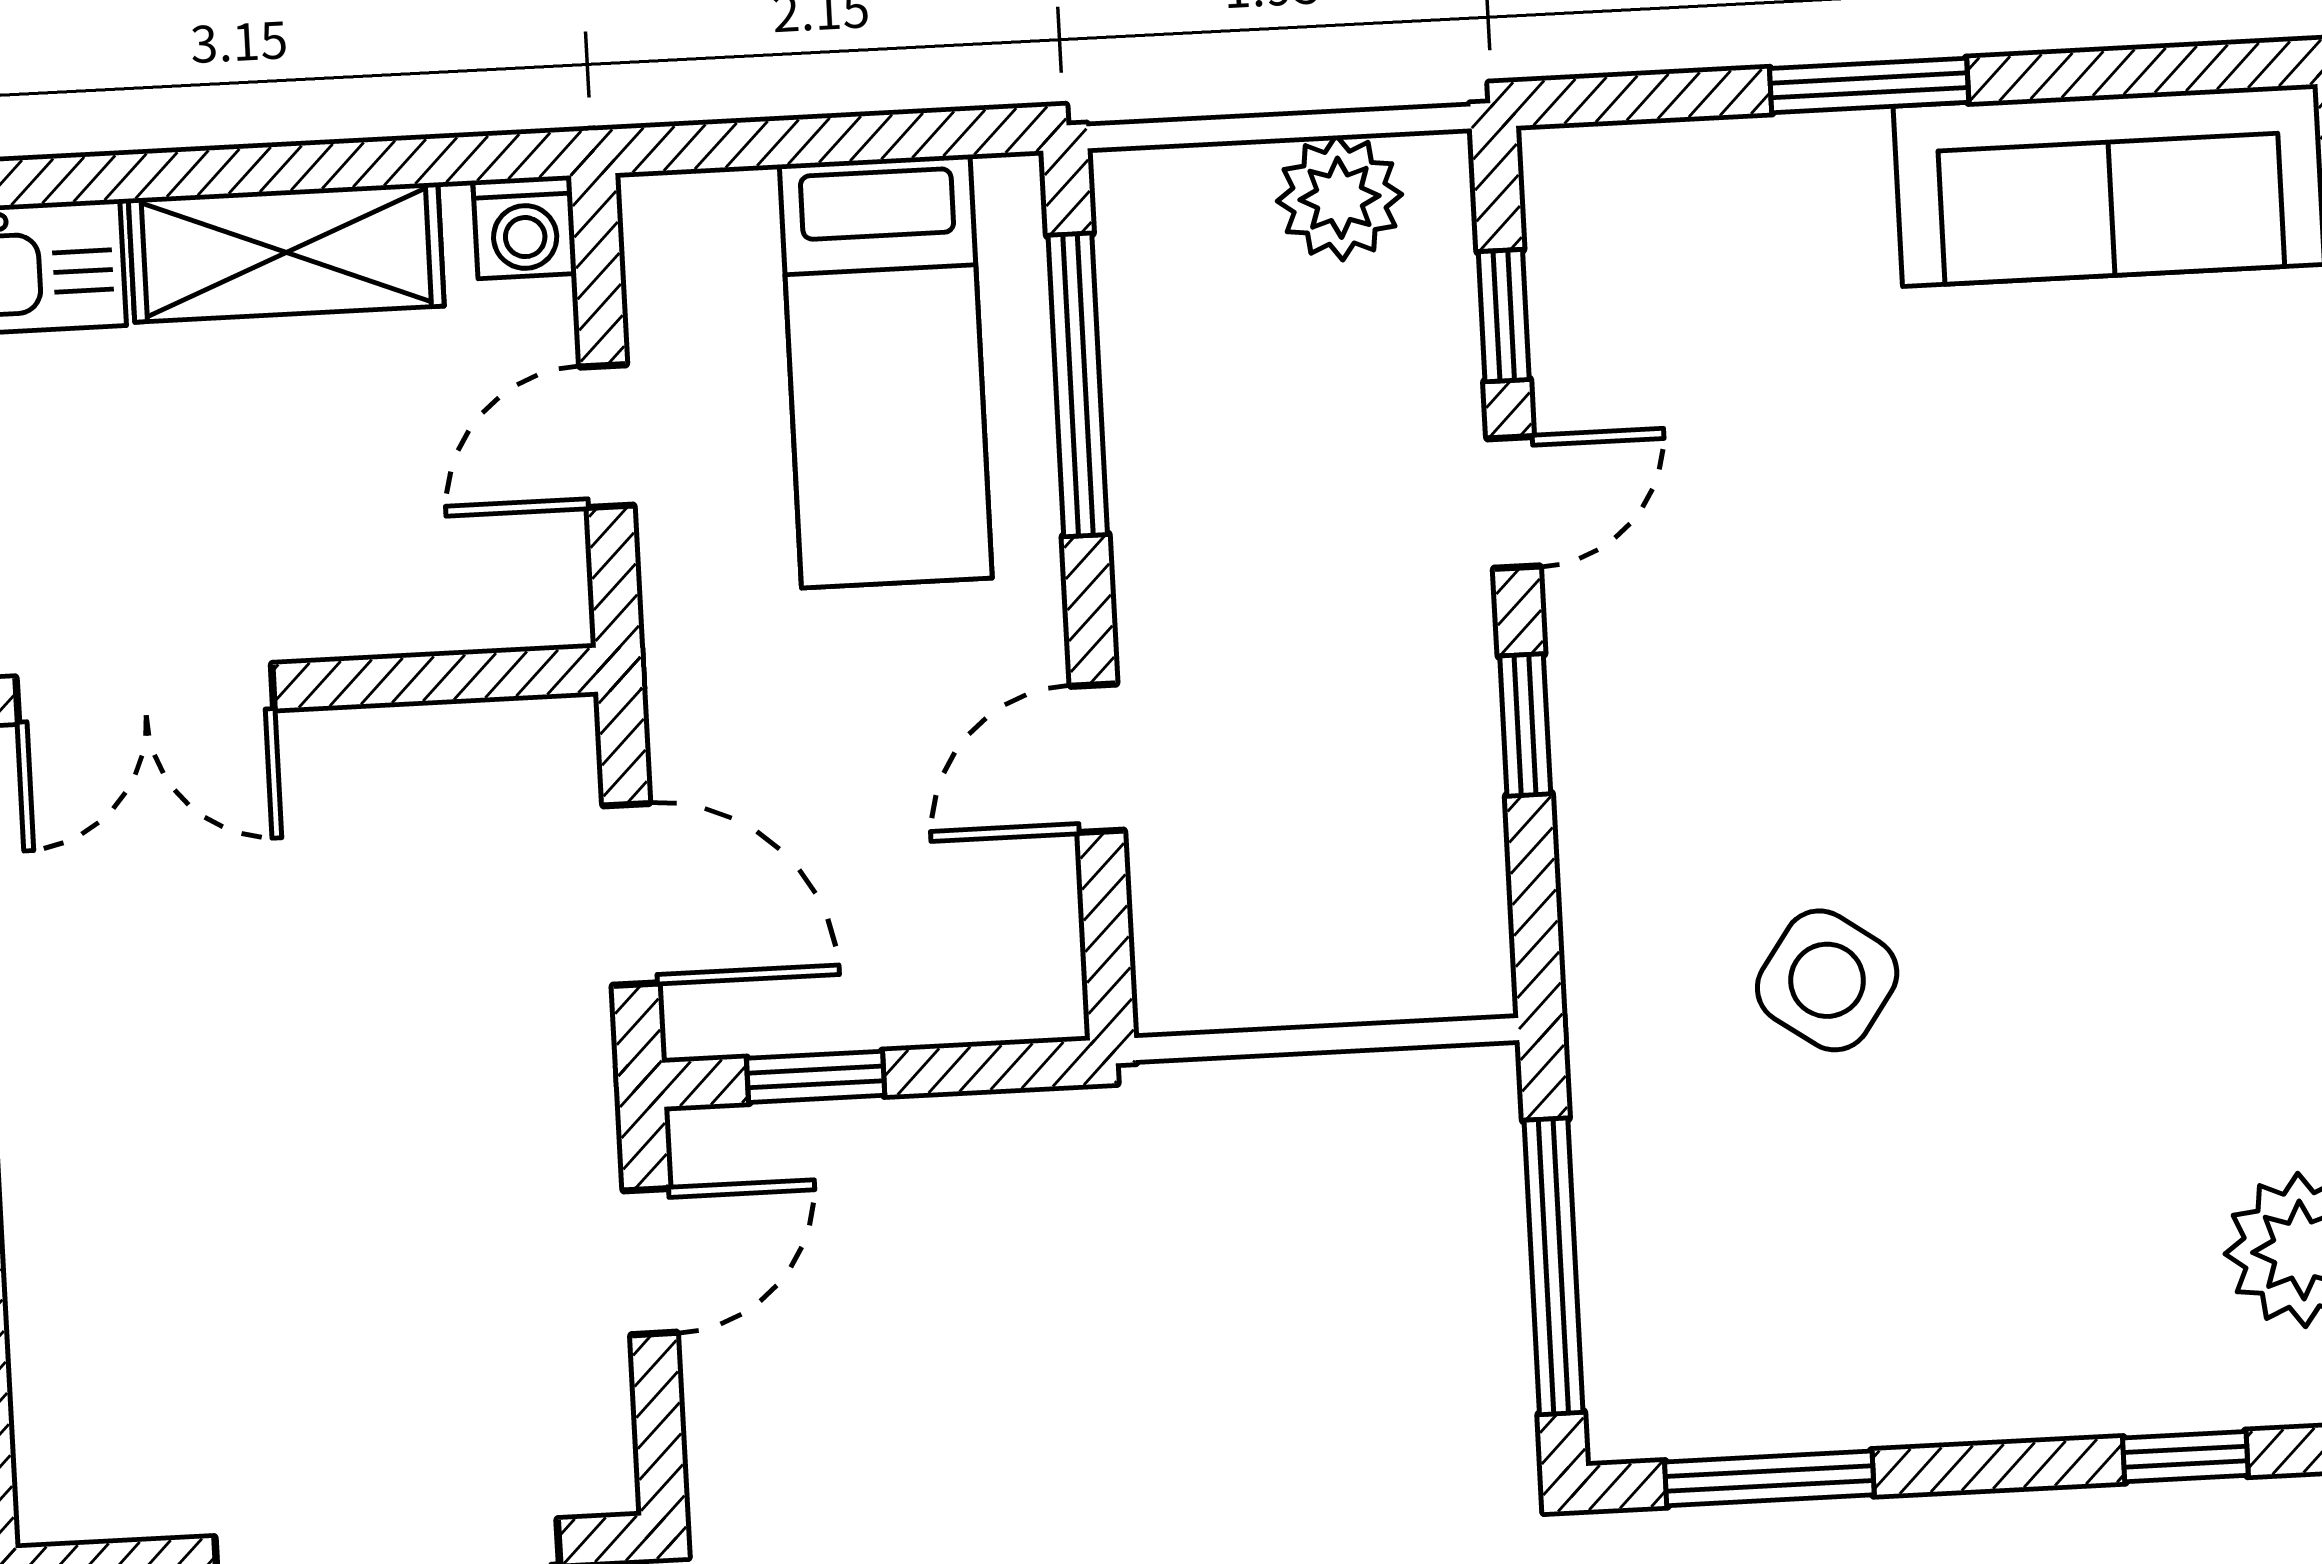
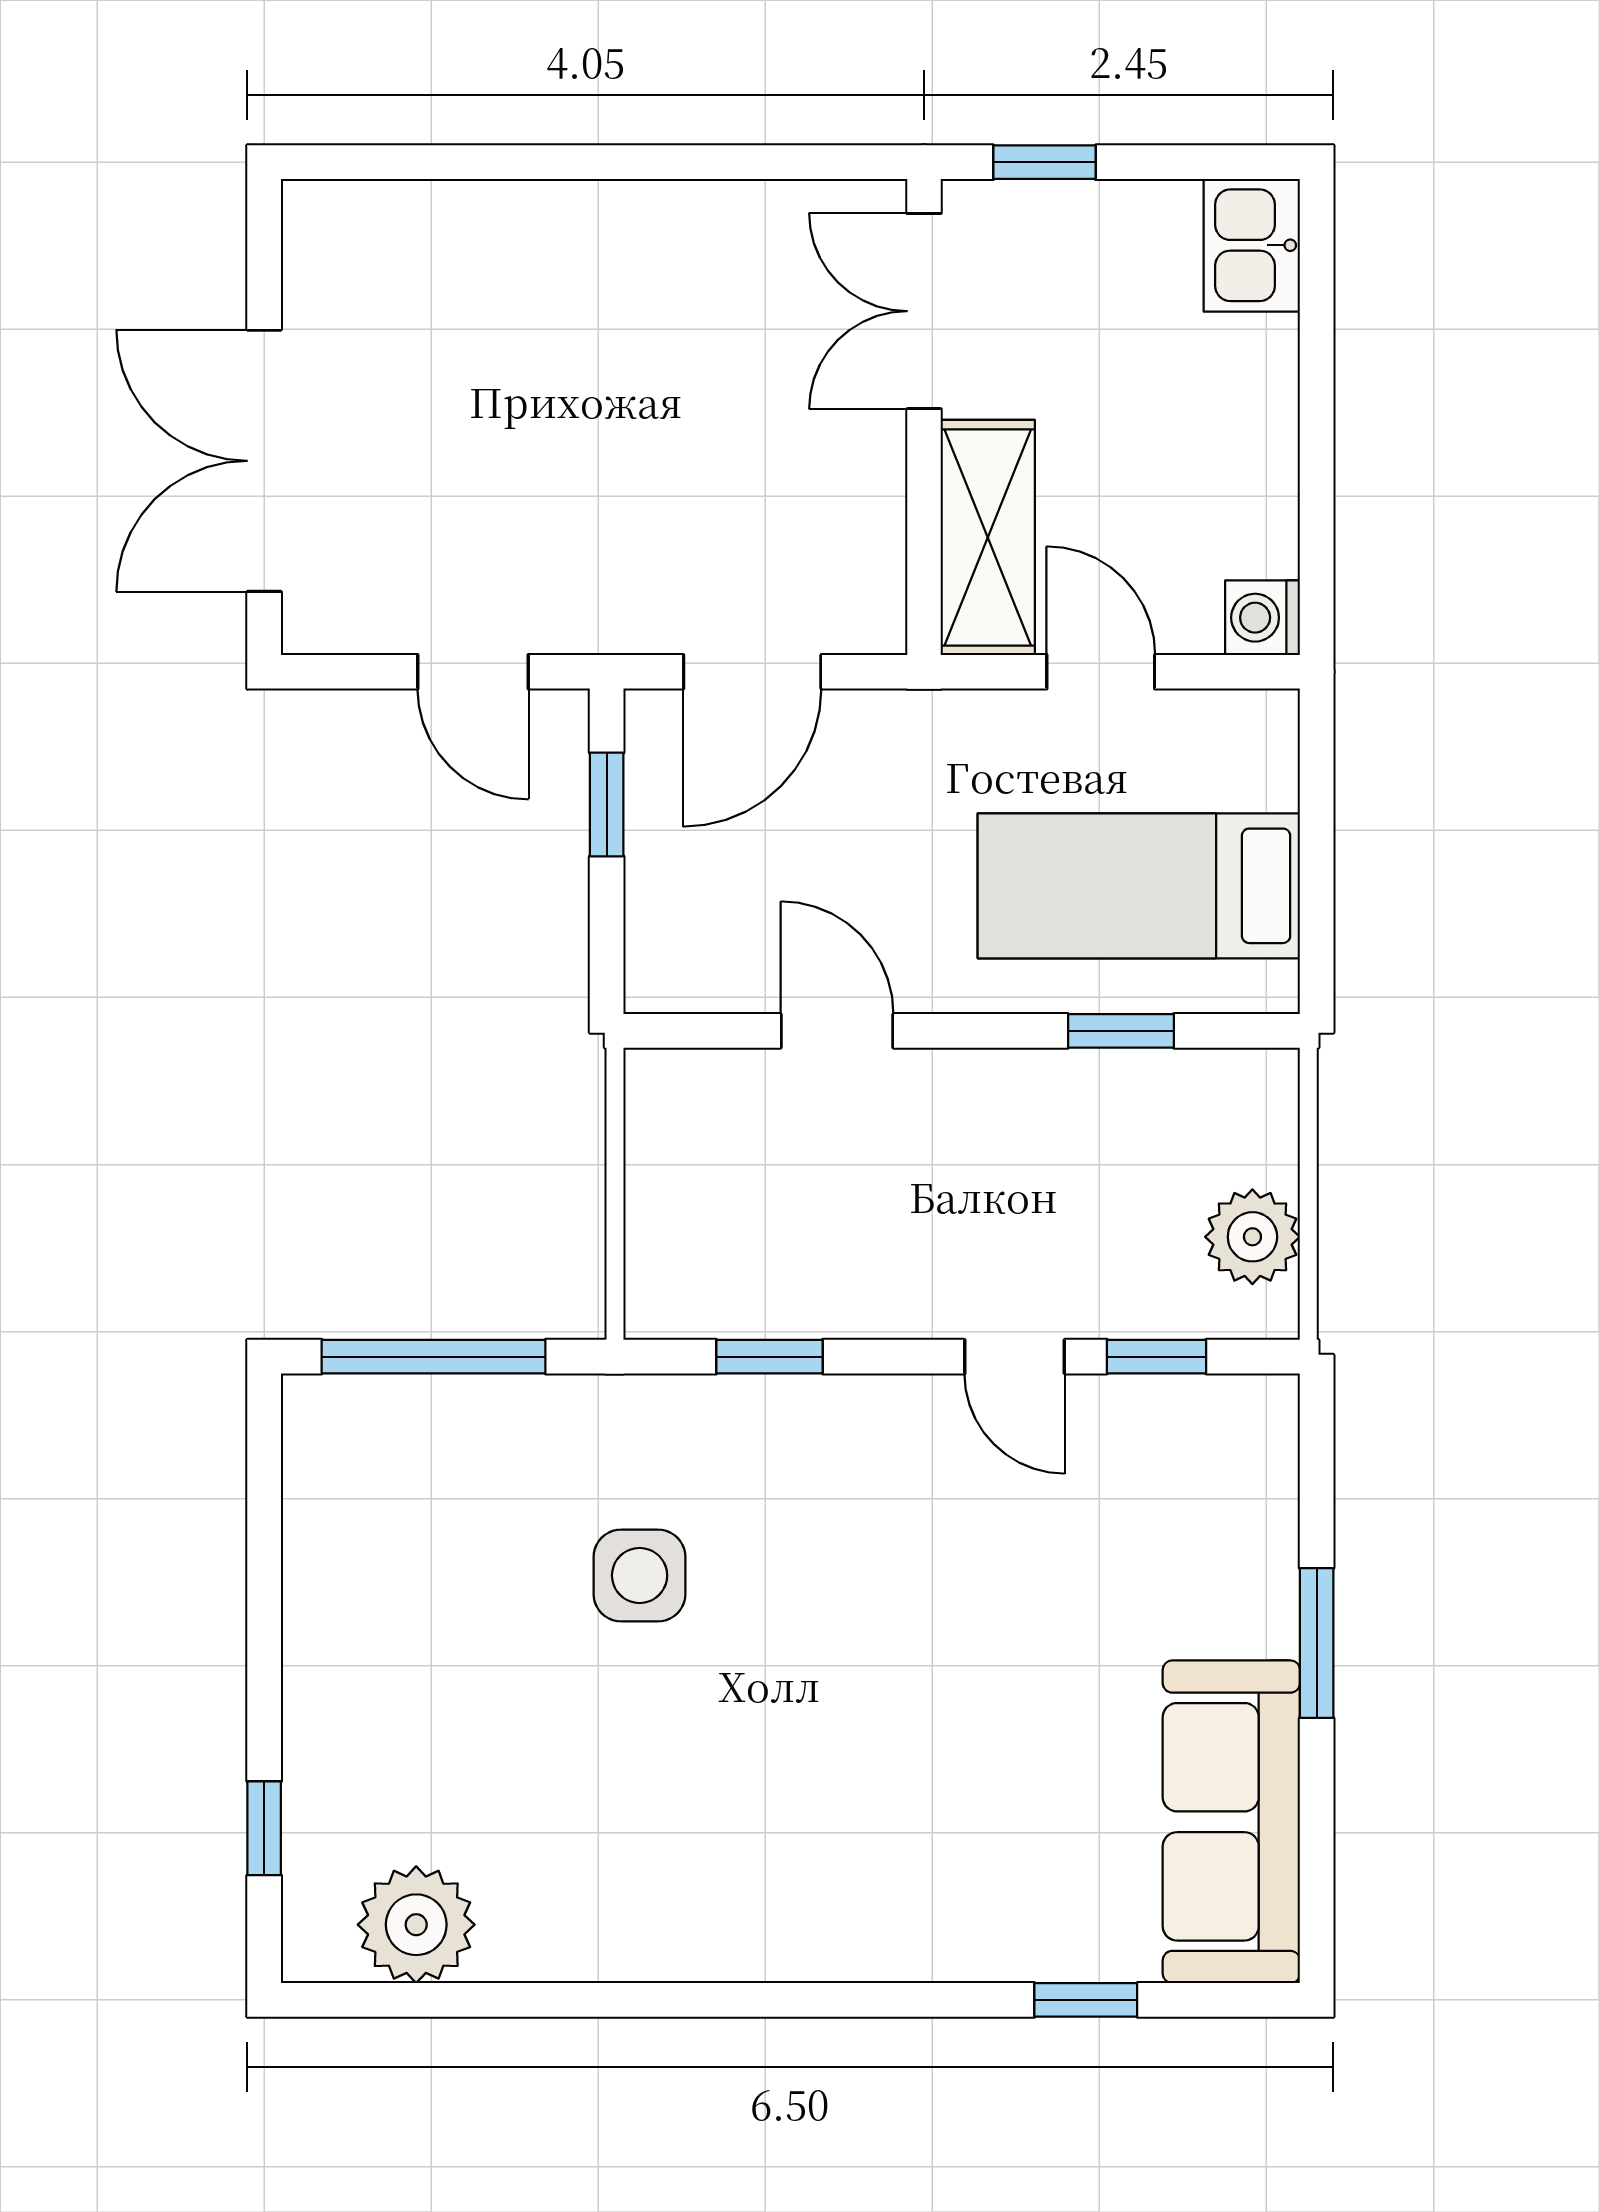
shelving: (286, 252) -> (988, 537), moved
window: (1078, 385) -> (1121, 1031), width x0.46
window: (1525, 725) -> (770, 1357), moved
side table: (1827, 980) -> (640, 1575), turned -35
window: (1769, 1478) -> (264, 1512), removed

